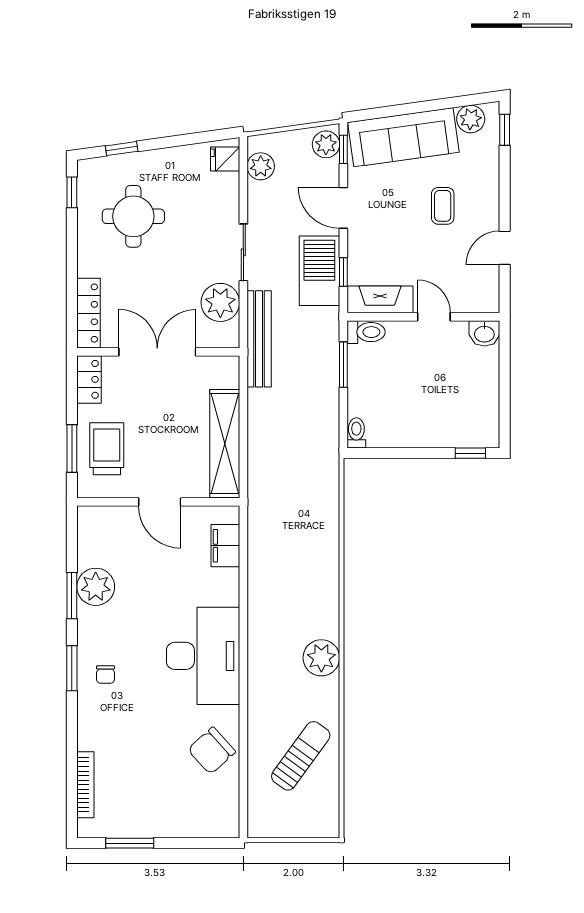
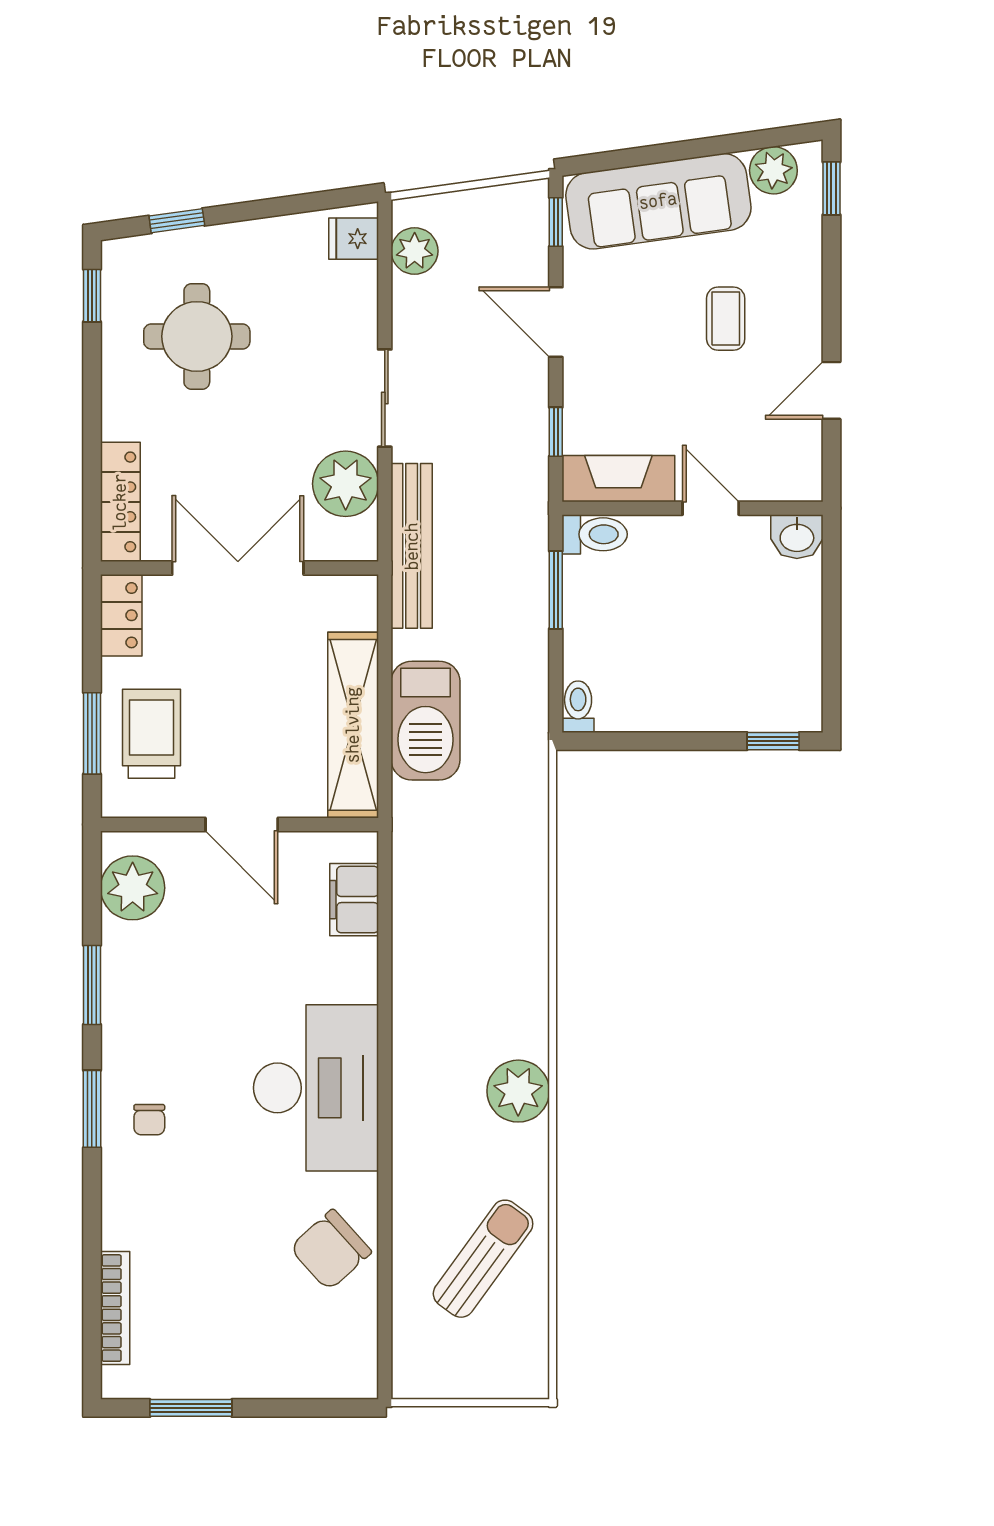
plant: (326, 144) -> (526, 213), removed
barbecue: (319, 271) -> (425, 721), moved, turned 180
plant: (96, 587) -> (133, 888), moved

